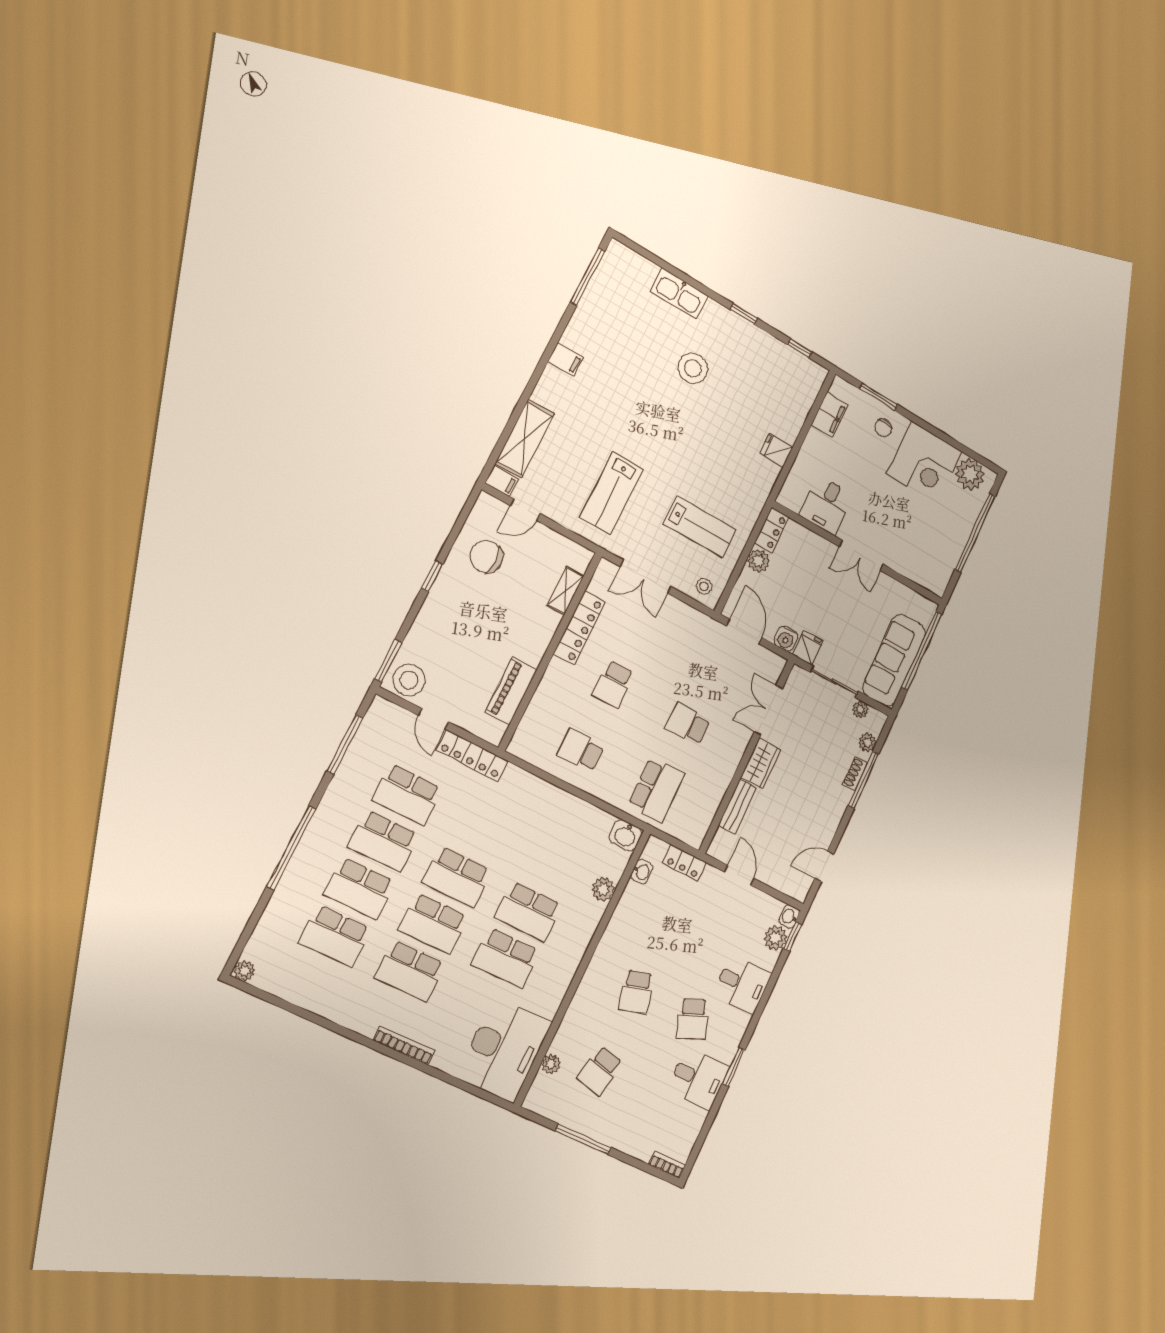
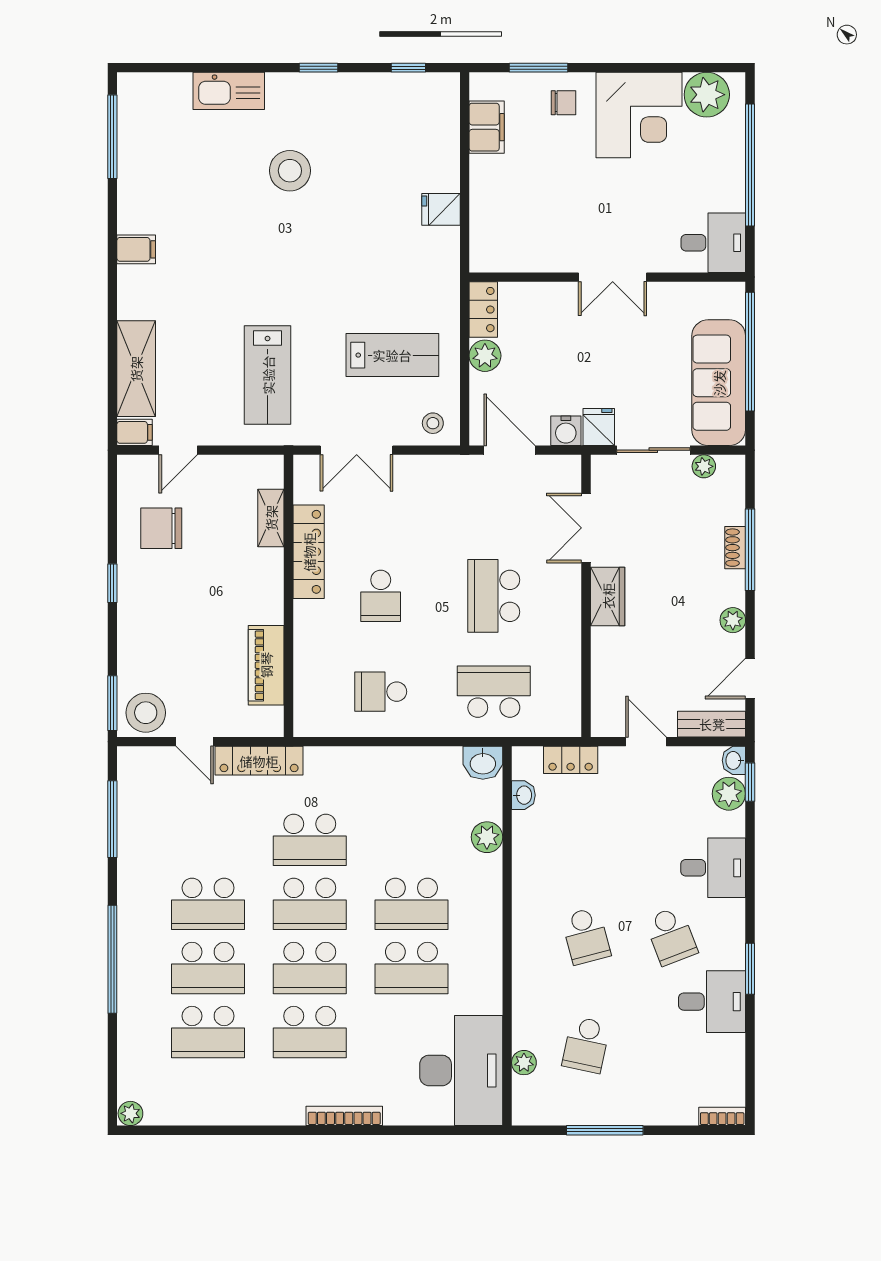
chair: (883, 428) -> (563, 103), turned -90
desk: (826, 505) -> (713, 243), moved, turned -90
school desk: (688, 724) -> (494, 596), width x1.85
plant: (867, 742) -> (733, 620), moved
school desk: (656, 790) -> (494, 692), turned -90
school desk: (407, 794) -> (310, 840), moved
bench: (737, 807) -> (712, 724), moved, turned 90

